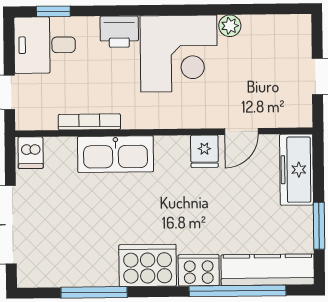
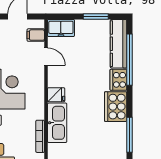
filing cabinet: (282, 112) -> (36, 35), added
fridge: (204, 151) -> (56, 95), moved
freezer: (297, 170) -> (61, 28), width x0.71

